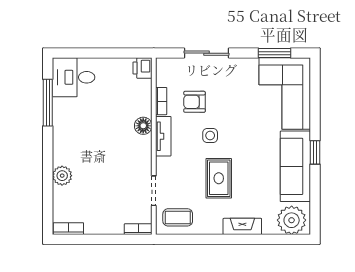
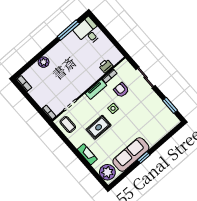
printer: (143, 68) -> (106, 66), moved
corner sofa: (285, 94) -> (157, 124), removed
floor lamp: (143, 126) -> (93, 78), removed

